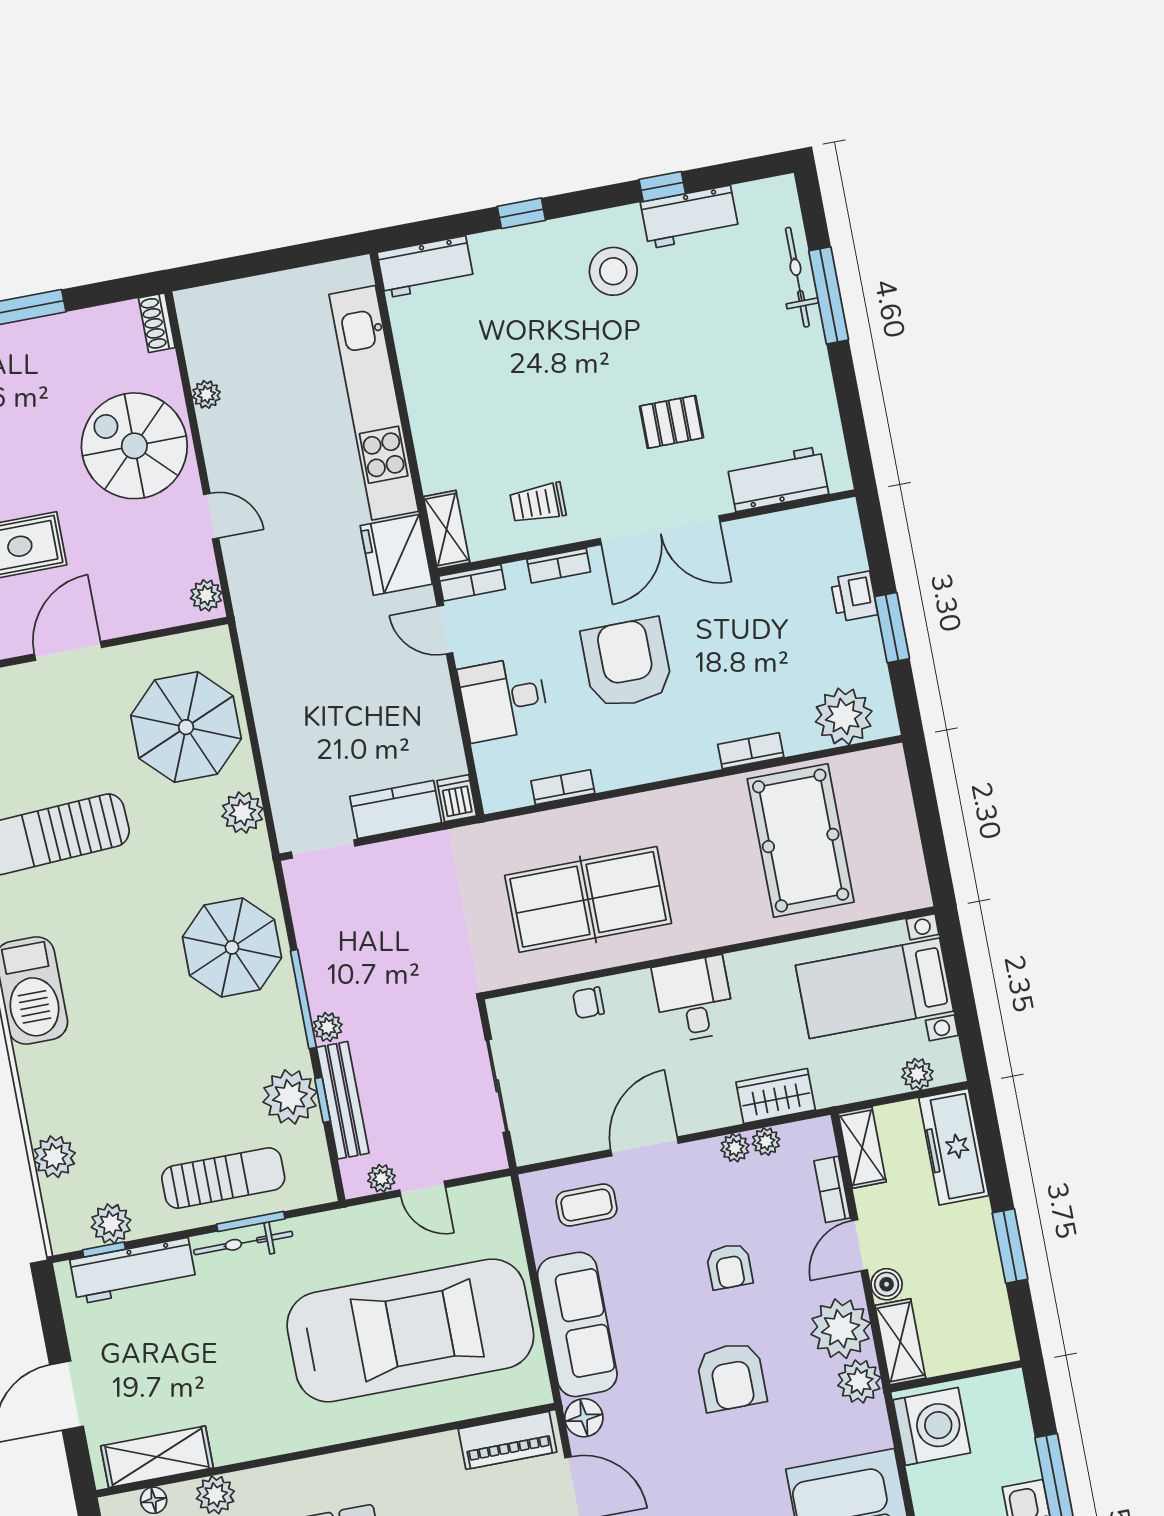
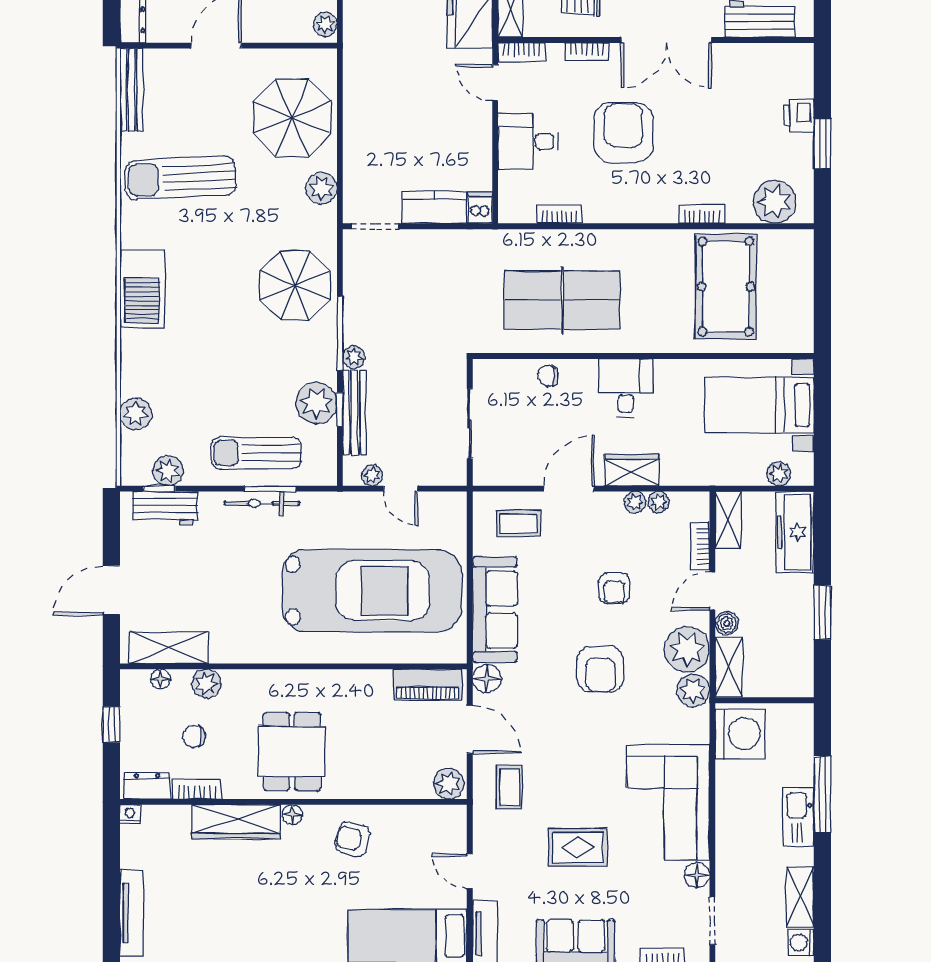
wardrobe: (776, 1096) -> (632, 470), moved
sun lounger: (223, 1178) -> (256, 453), turned 180
workbench: (133, 1271) -> (165, 508), width x0.73

